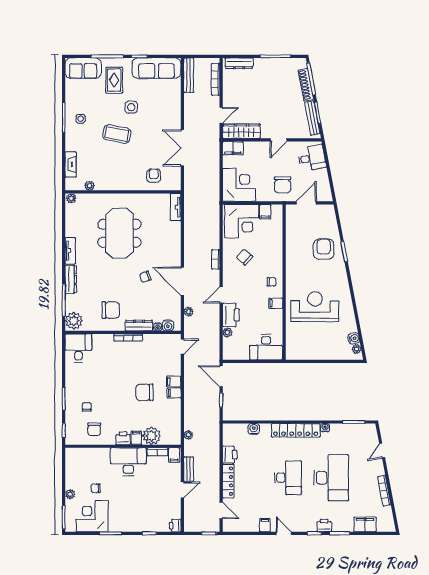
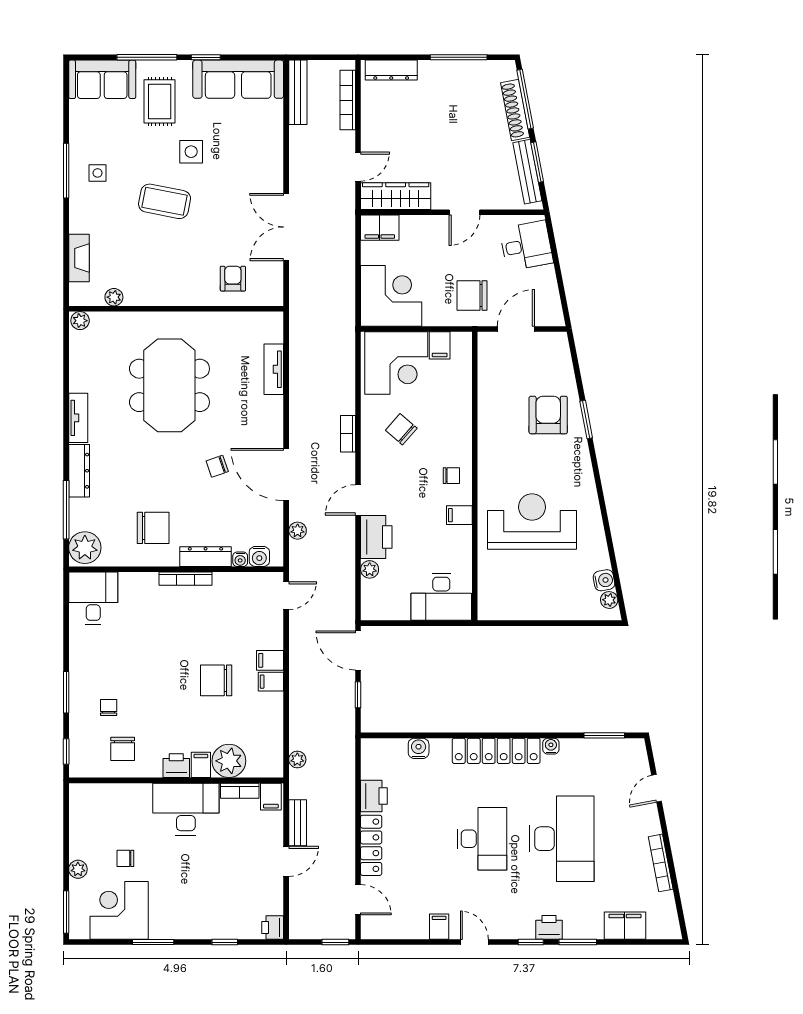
chair: (283, 185) -> (472, 296), turned 90
tv unit: (176, 207) -> (274, 369), moved

